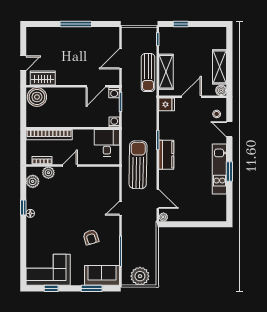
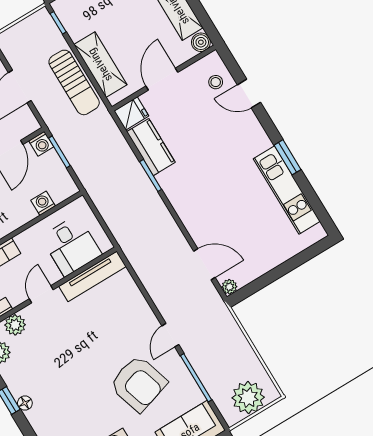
washing machine: (114, 122) -> (43, 203), moved
desk: (107, 143) -> (71, 246), moved, turned 180
kitchen counter: (166, 155) -> (151, 147), moved
sun lounger: (138, 165) -> (143, 231), removed
kitchen unit: (219, 169) -> (287, 190), moved
tv unit: (100, 172) -> (92, 276), added
door: (121, 208) -> (170, 335), moved
armchair: (91, 237) -> (138, 384), width x1.88, depth x1.88

